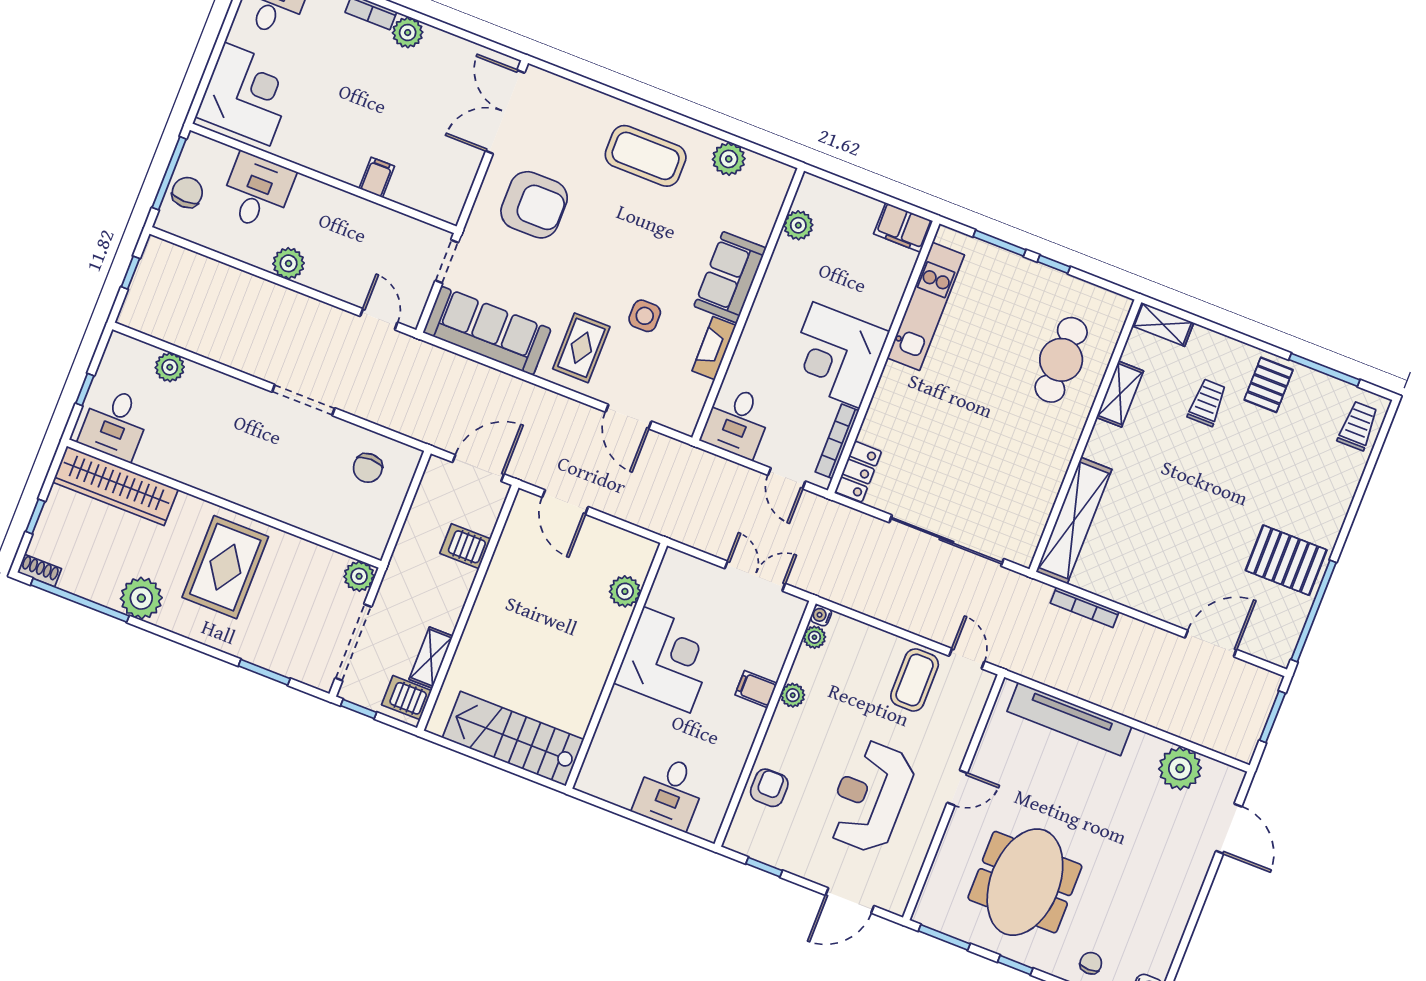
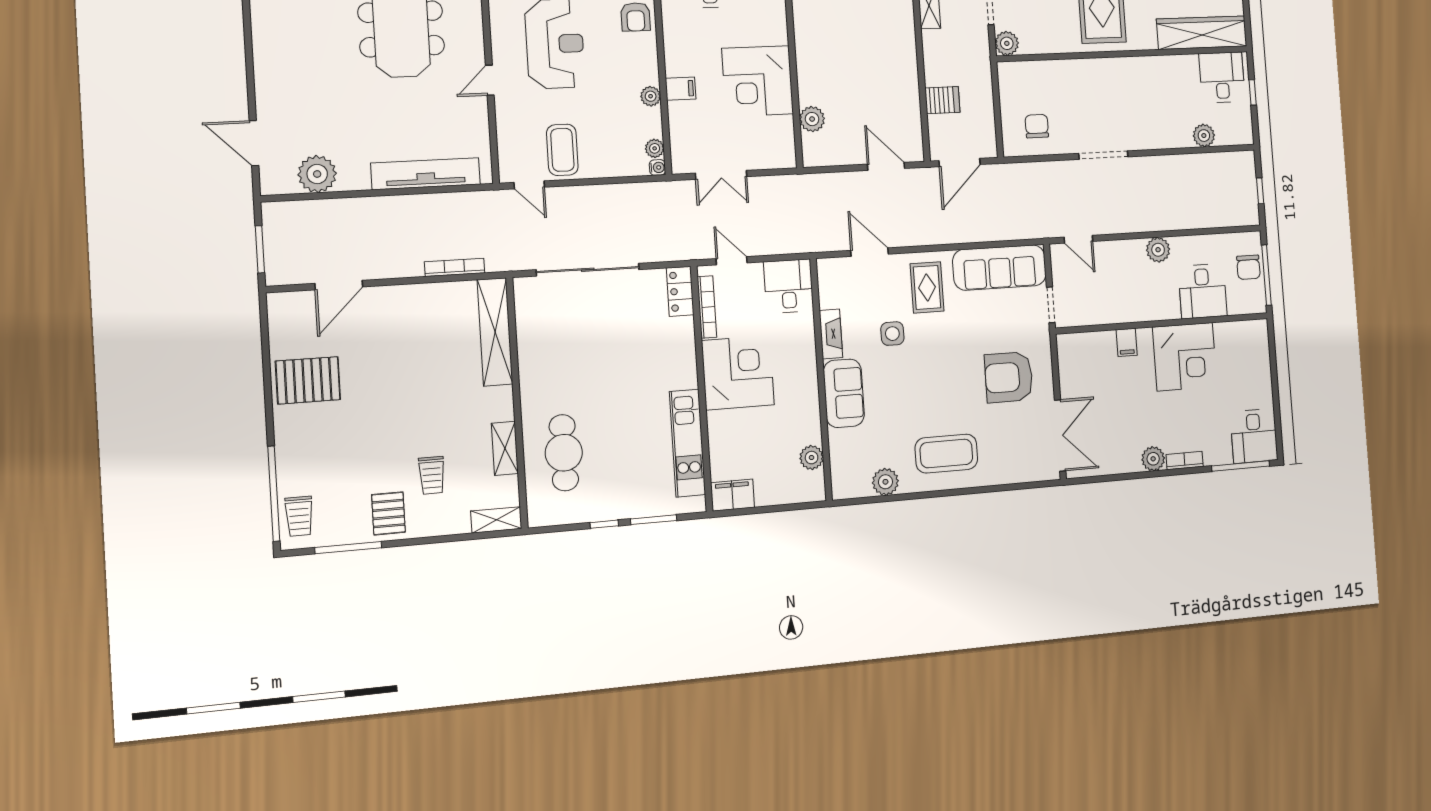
corner desk: (247, 94) -> (1185, 357), moved, turned -90
window: (1314, 611) -> (274, 494), moved

